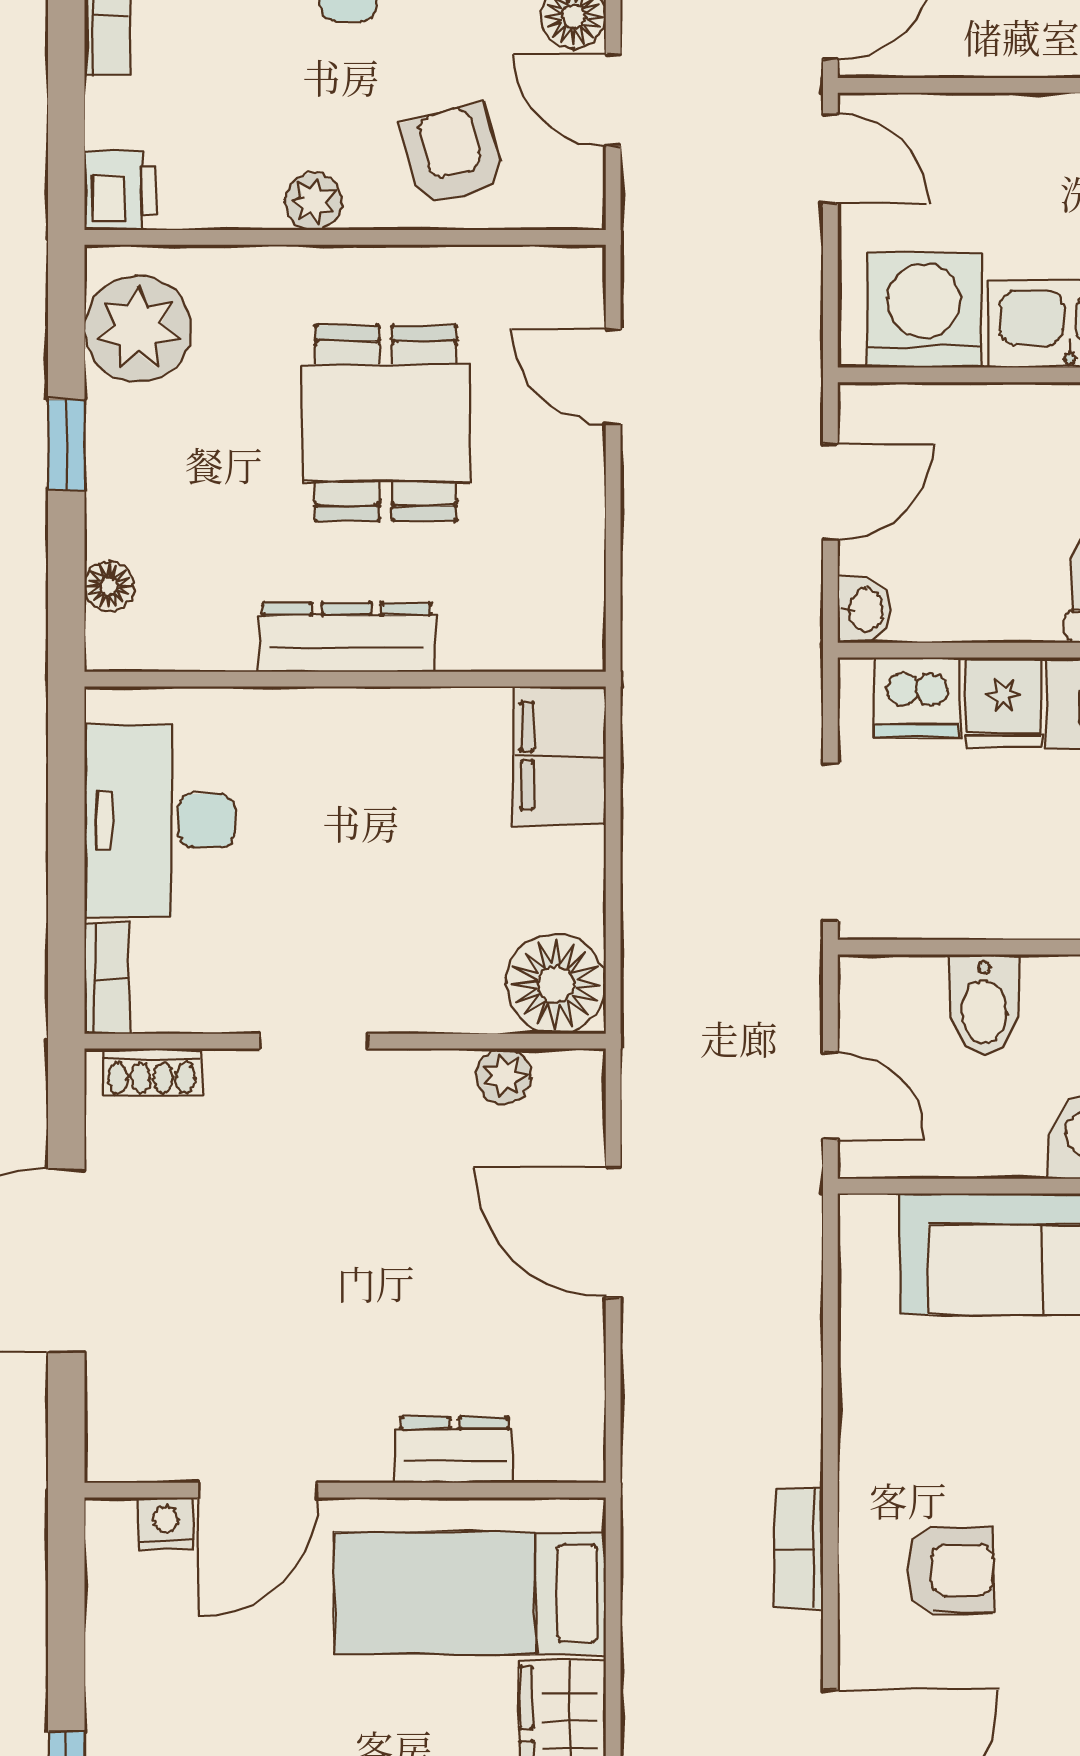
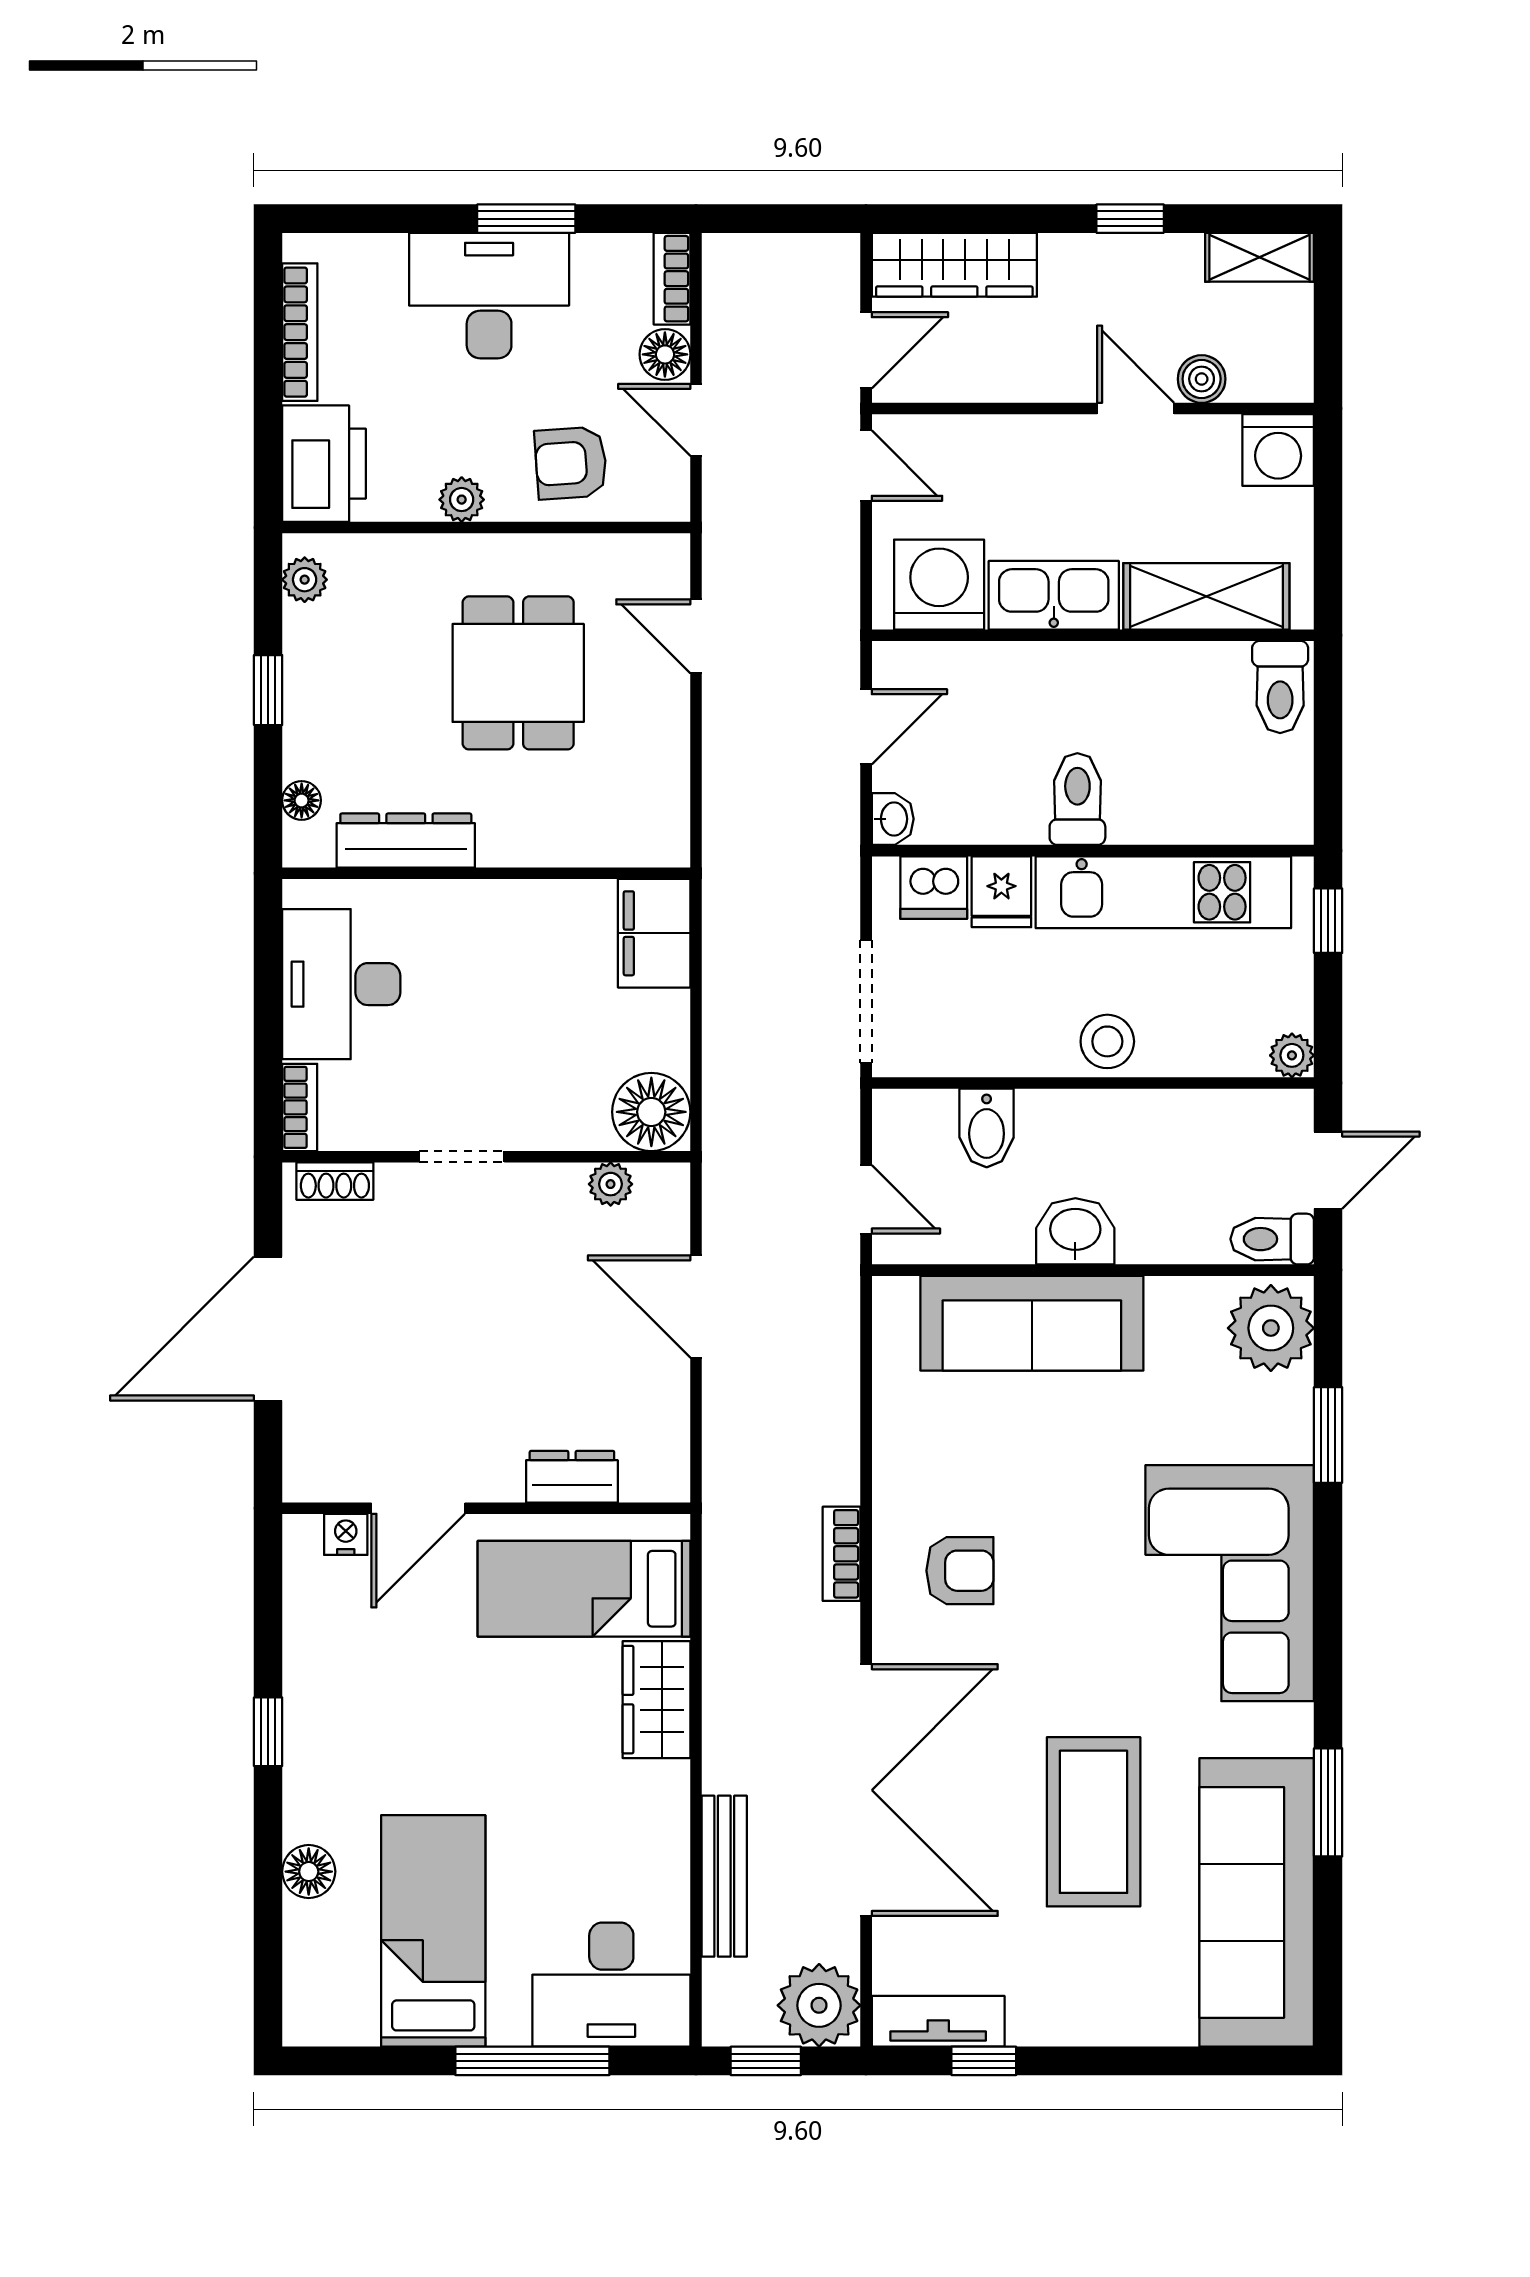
armchair: (453, 155) -> (571, 463), turned -79
printer: (120, 190) -> (324, 464), width x1.87, depth x1.48
plant: (138, 329) -> (305, 580), width x0.53, depth x0.53
dresser: (347, 637) -> (406, 841), moved

